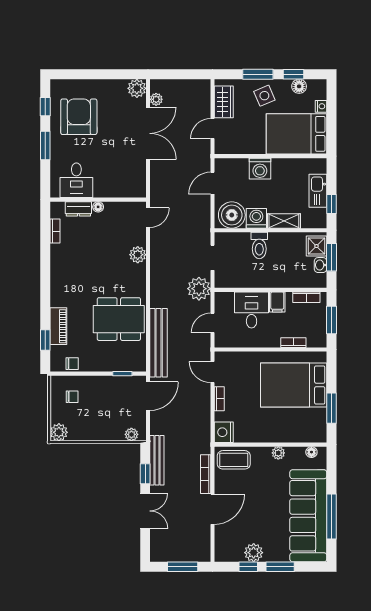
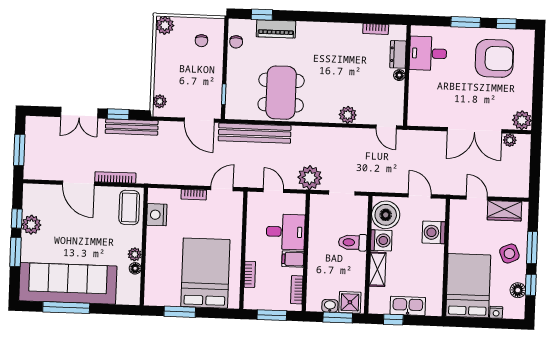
washing machine: (260, 169) -> (434, 232), moved
nightstand: (224, 432) -> (157, 215), moved, turned -90
floor lamp: (311, 452) -> (135, 268), moved

